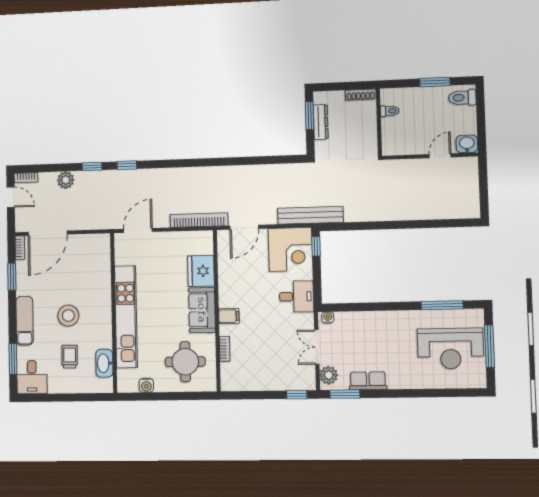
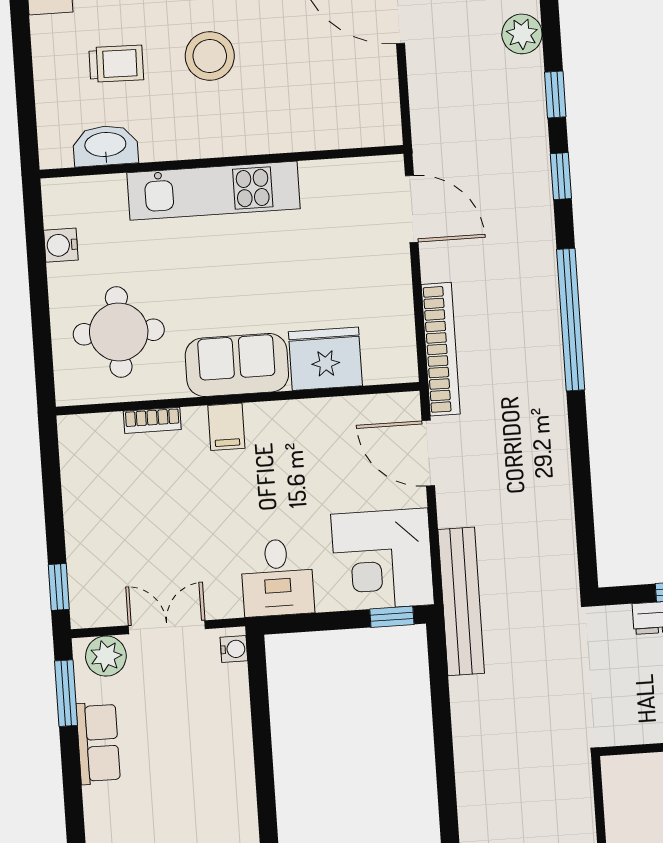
window: (189, 163) -> (571, 320), added
kitchen unit: (126, 317) -> (214, 191), width x0.73

